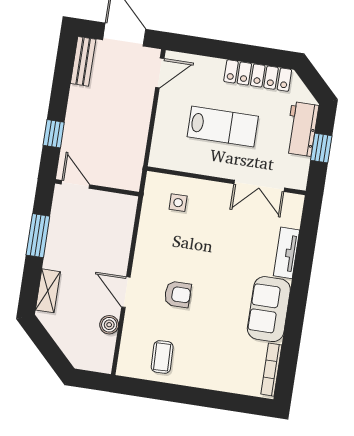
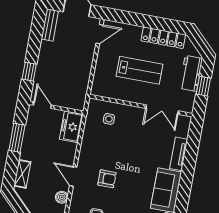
freezer: (121, 216) -> (71, 127), added

